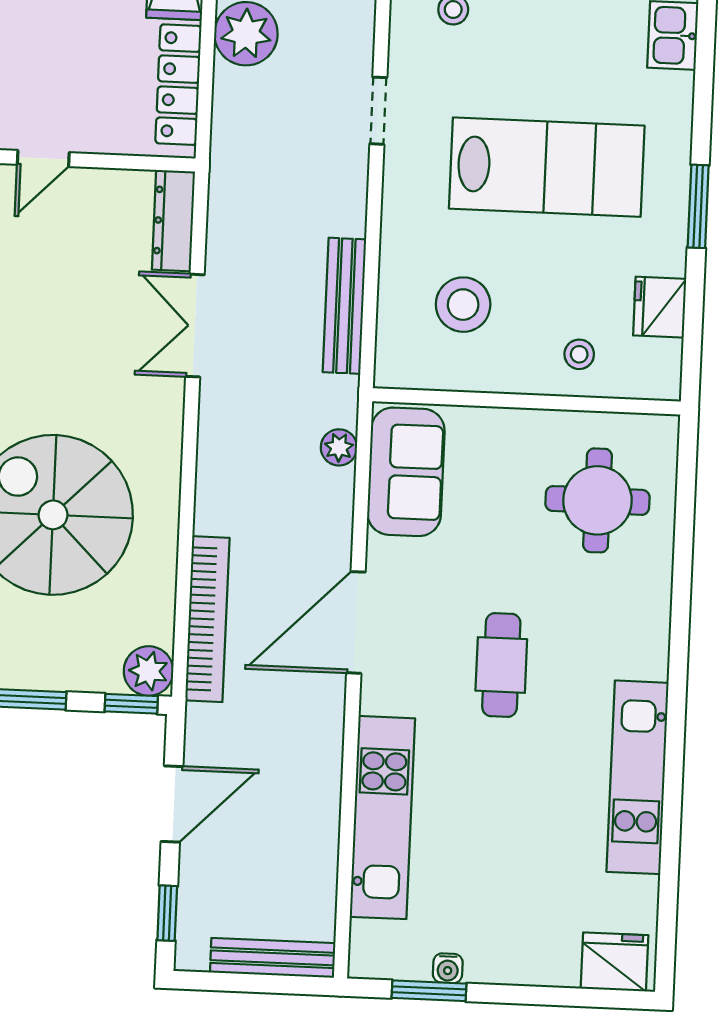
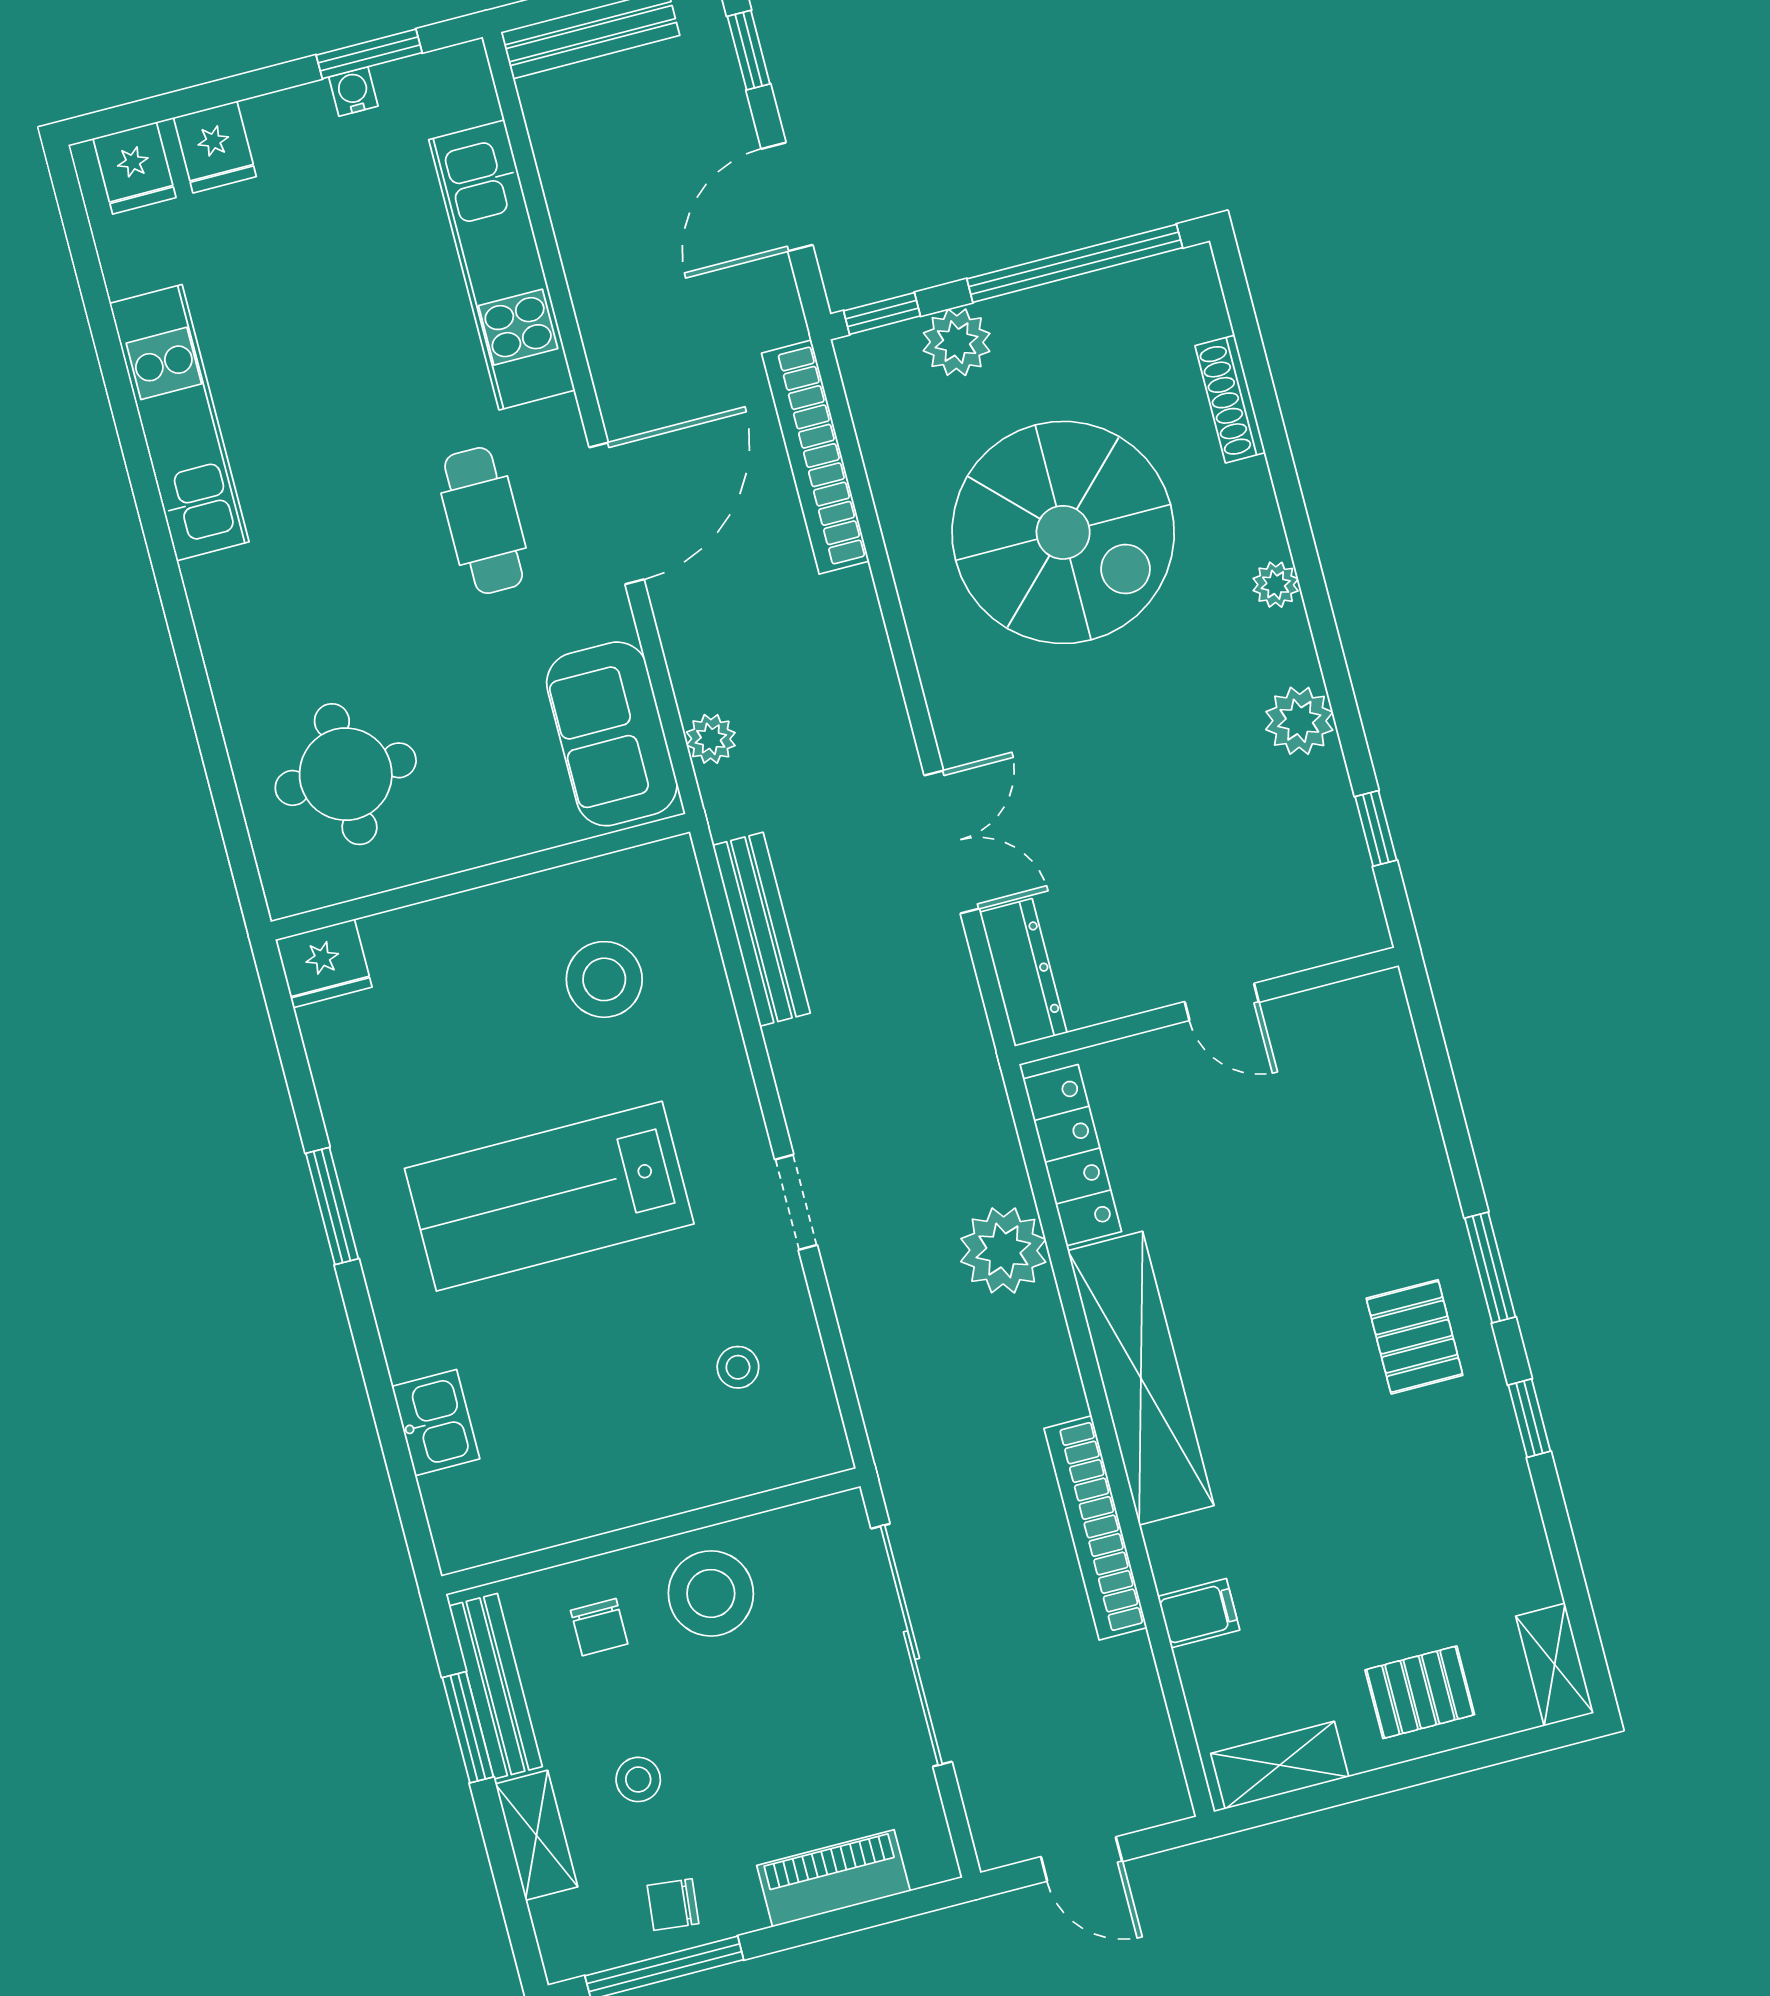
door: (43, 158) -> (1222, 1002), swing flipped
fridge: (660, 307) -> (324, 963), moved, turned 90
stool: (579, 354) -> (430, 961), removed
cafe table: (501, 665) -> (484, 521), moved
plant: (149, 671) -> (957, 342), moved
fridge: (555, 959) -> (215, 147), added
fridge: (614, 962) -> (134, 168), width x0.72

